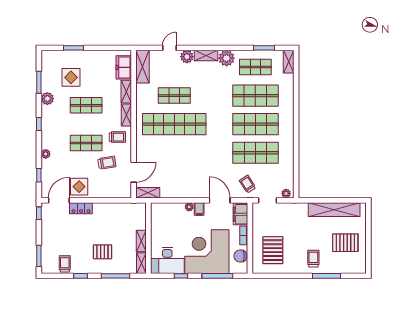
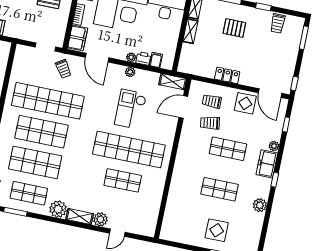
freezer: (124, 67) -> (267, 164), moved, turned 180
shelving: (142, 67) -> (150, 218), removed
display table: (71, 77) -> (217, 230), moved
window: (39, 82) -> (265, 225), removed
shelving: (126, 92) -> (173, 195), removed
shelving: (126, 115) -> (178, 170), removed
trolley: (117, 137) -> (212, 101), moved
shop shelf: (255, 153) -> (48, 101), width x1.40
checkout: (180, 160) -> (131, 109), added
plant: (286, 193) -> (130, 72), moved
door: (59, 200) -> (270, 93), hinge flipped
locker: (81, 208) -> (227, 75), moved
printer: (178, 208) -> (143, 58), added
filing cabinet: (199, 209) -> (156, 60), moved

